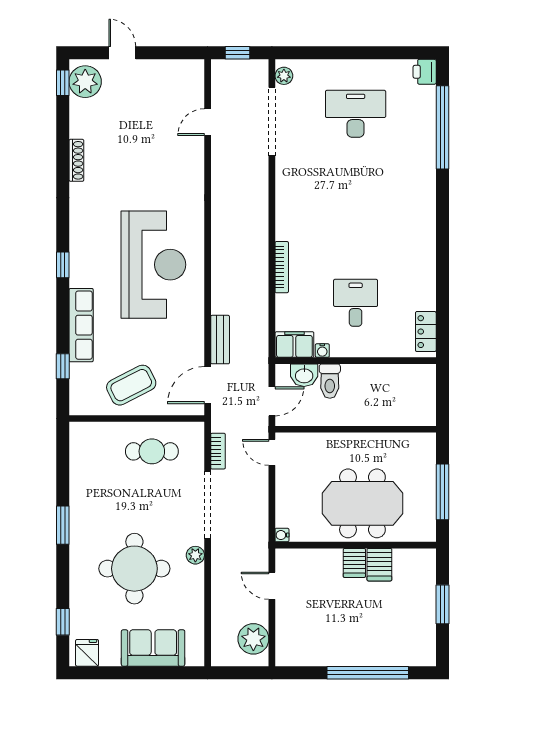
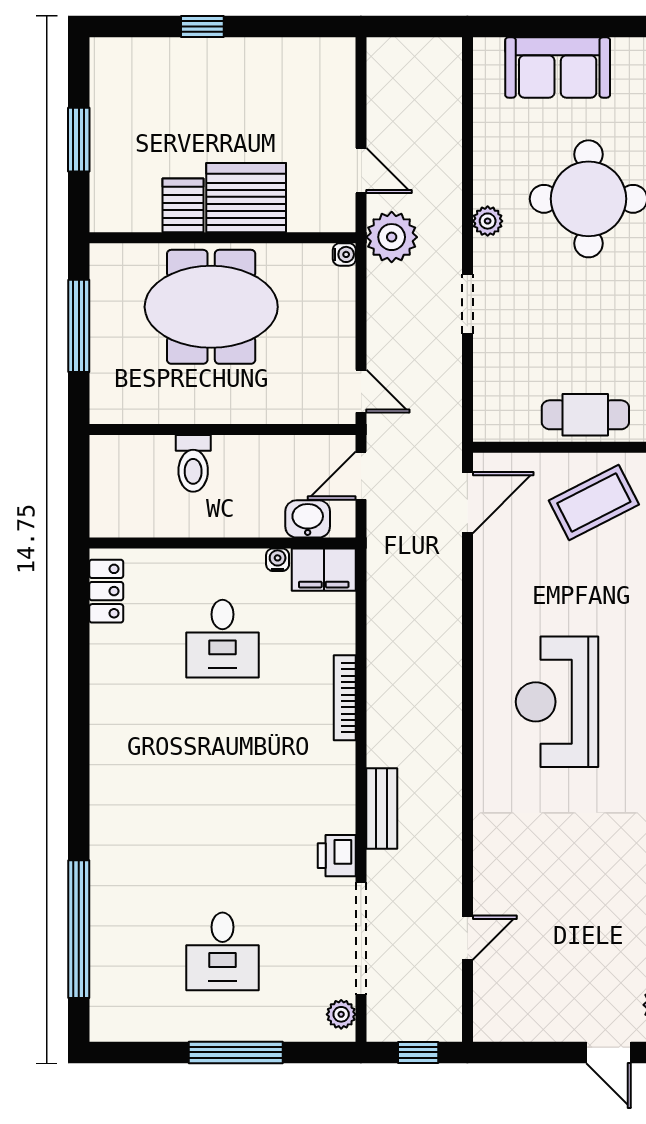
window: (348, 53) -> (236, 1052), added
printer: (425, 72) -> (337, 856), moved, turned 180
desk: (356, 114) -> (223, 951), width x0.73
reception desk: (153, 265) -> (557, 702), width x0.74, depth x0.77
bench: (220, 340) -> (382, 808), moved
toilet: (330, 381) -> (193, 463), moved, turned 180
cafe table: (152, 451) -> (585, 415), moved
bookcase: (218, 451) -> (450, 393), removed
doorway: (208, 505) -> (467, 304), width x0.53
server rack: (354, 563) -> (246, 198), width x2.18, depth x1.44
plant: (253, 639) -> (392, 237), moved
window: (368, 673) -> (202, 27), width x0.32

